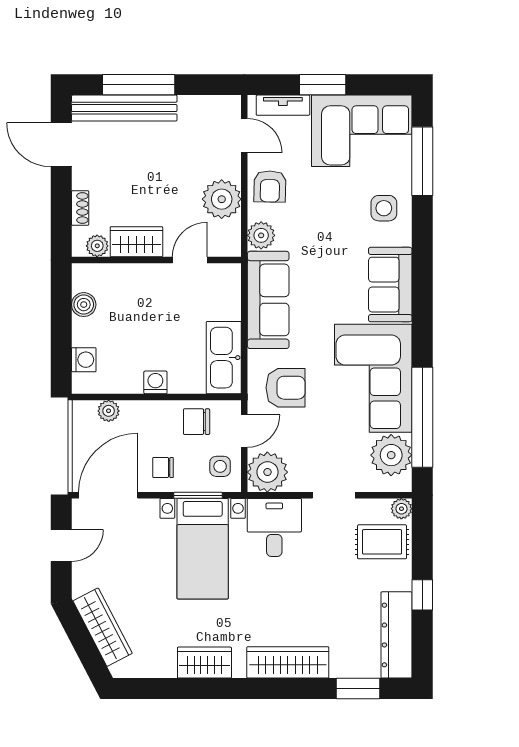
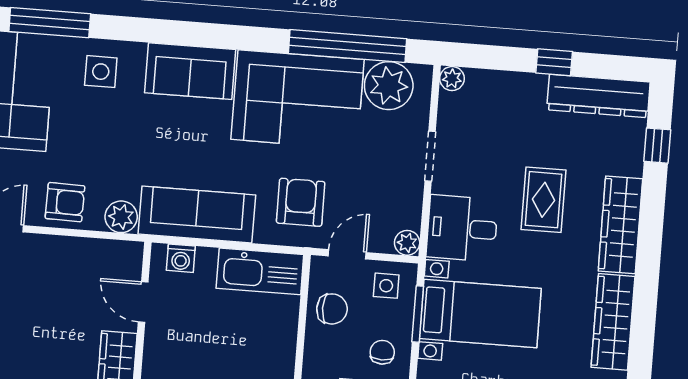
plant: (222, 199) -> (75, 259), removed
washing machine: (155, 382) -> (181, 258), moved, turned -90
chair: (197, 422) -> (332, 309), turned -90
door: (244, 431) -> (347, 254), hinge flipped
chair: (163, 467) -> (382, 352), turned 180
plant: (267, 472) -> (407, 243), width x0.53, depth x0.53
rug: (382, 542) -> (543, 200), moved
wardrobe: (204, 663) -> (613, 322), width x1.50
window: (358, 689) -> (657, 146), width x0.67

